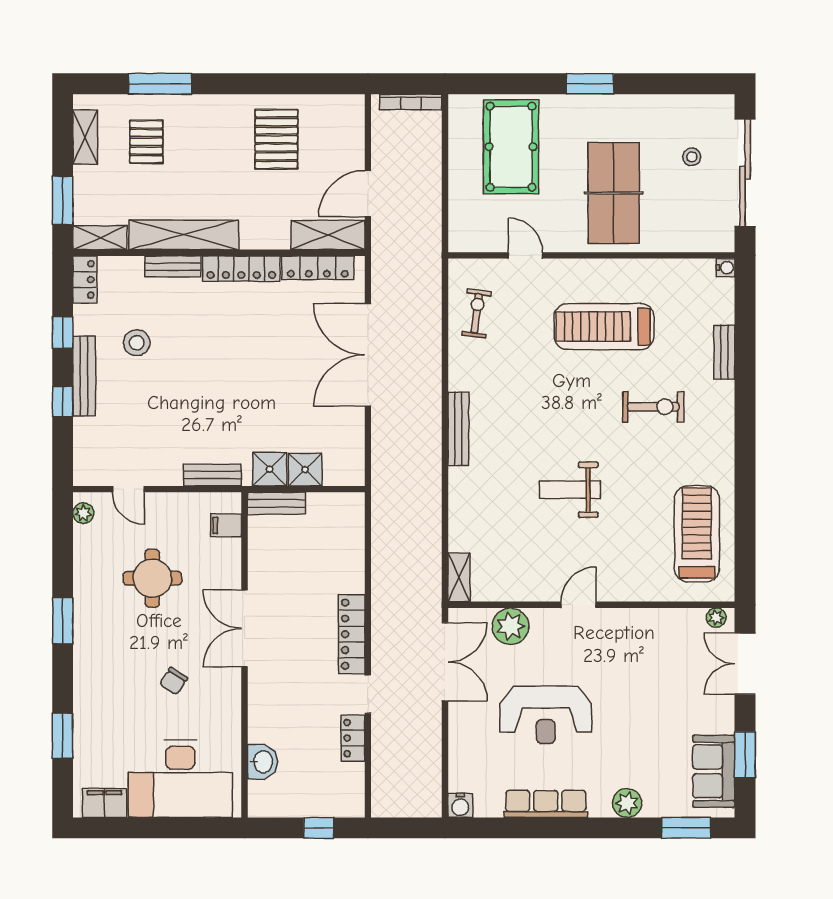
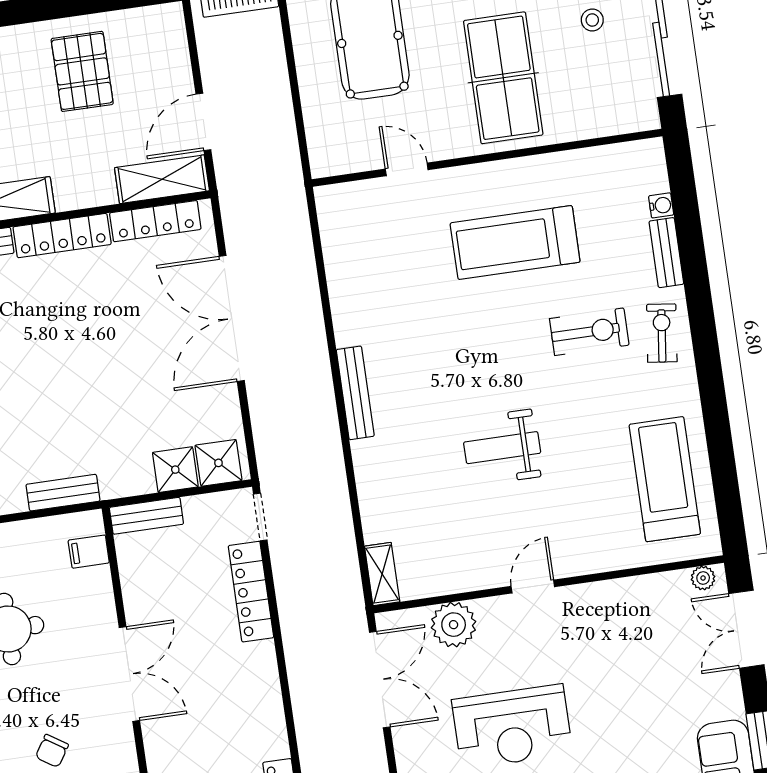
water cooler: (726, 268) -> (661, 205), moved
exercise bike: (476, 313) -> (662, 333), moved
shower: (270, 469) -> (218, 463), moved
double door: (245, 628) -> (129, 674), swing flipped
locker: (352, 634) -> (251, 592), moved
doorway: (368, 694) -> (260, 517), moved

